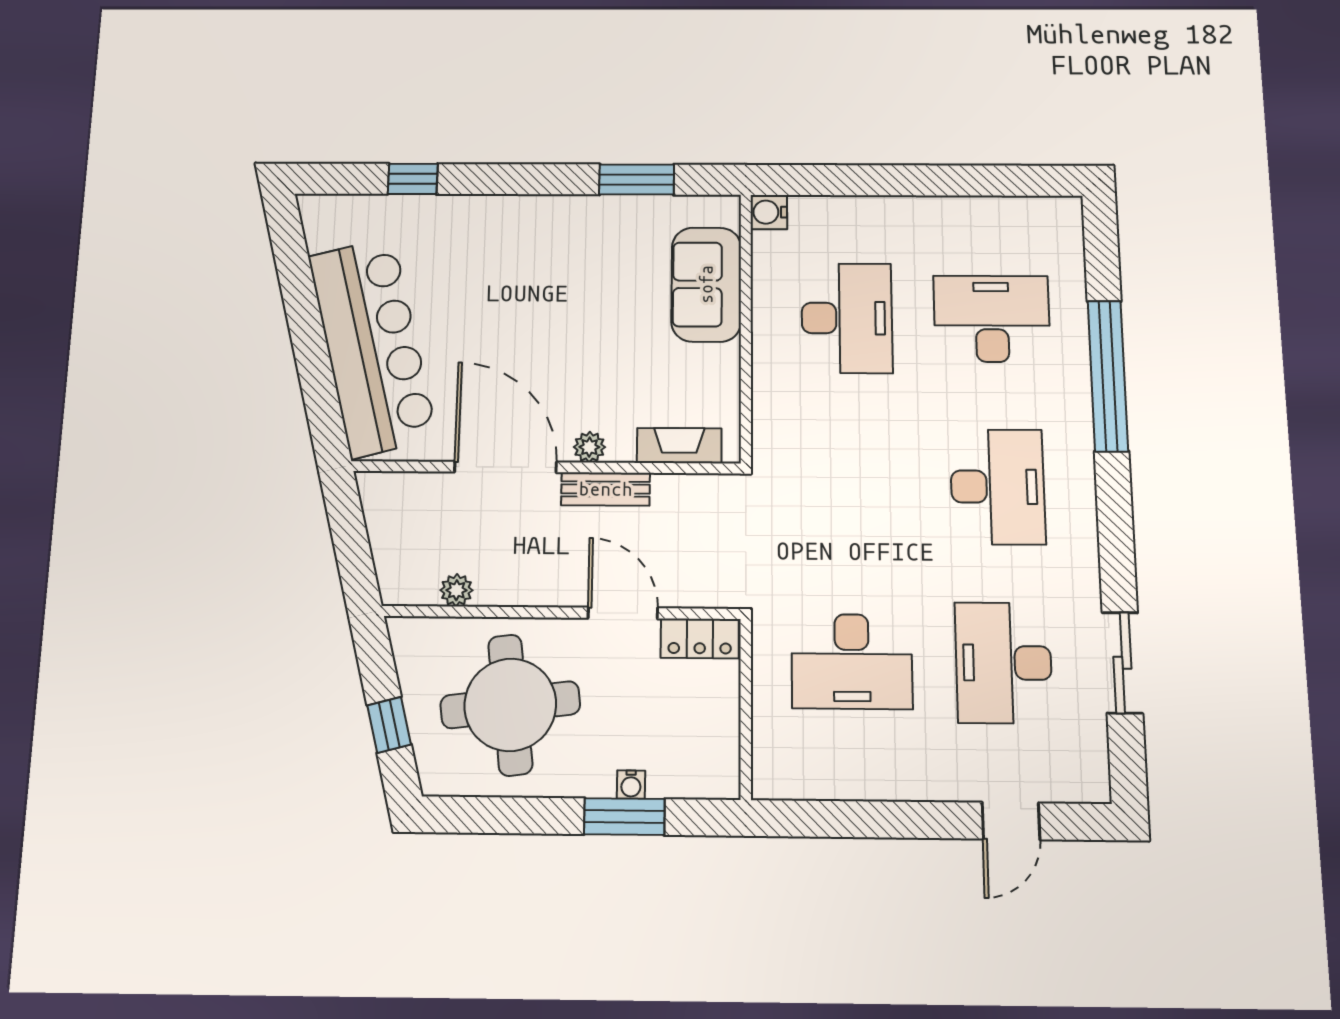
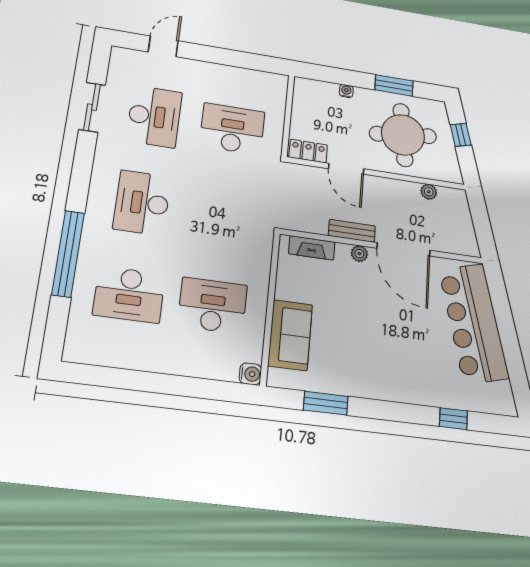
desk: (847, 318) -> (212, 305), turned 90
window: (624, 817) -> (394, 85), moved

